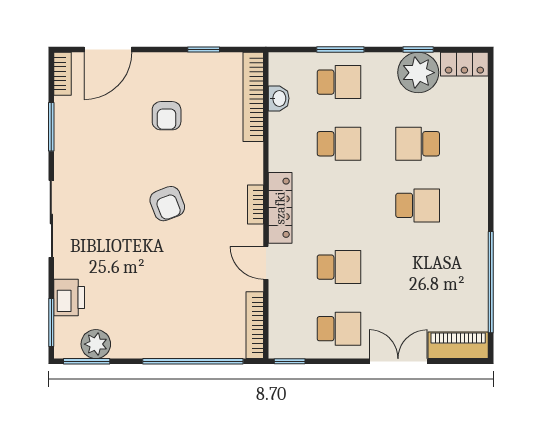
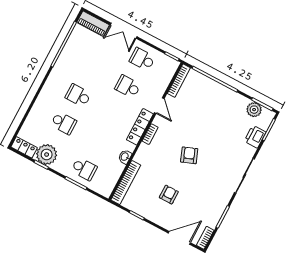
school desk: (339, 82) -> (84, 169), turned 180
washbasin: (279, 98) -> (125, 157), moved
school desk: (339, 144) -> (99, 141), removed

